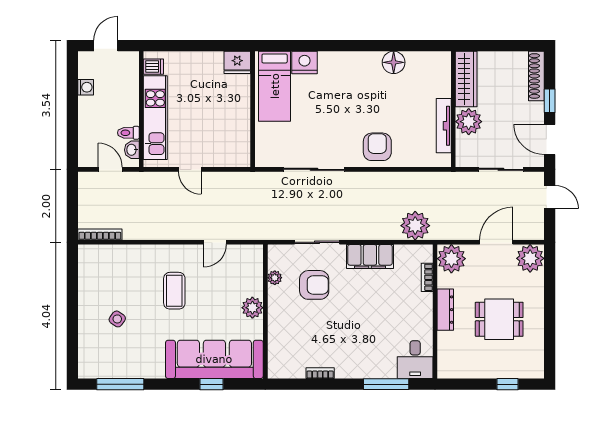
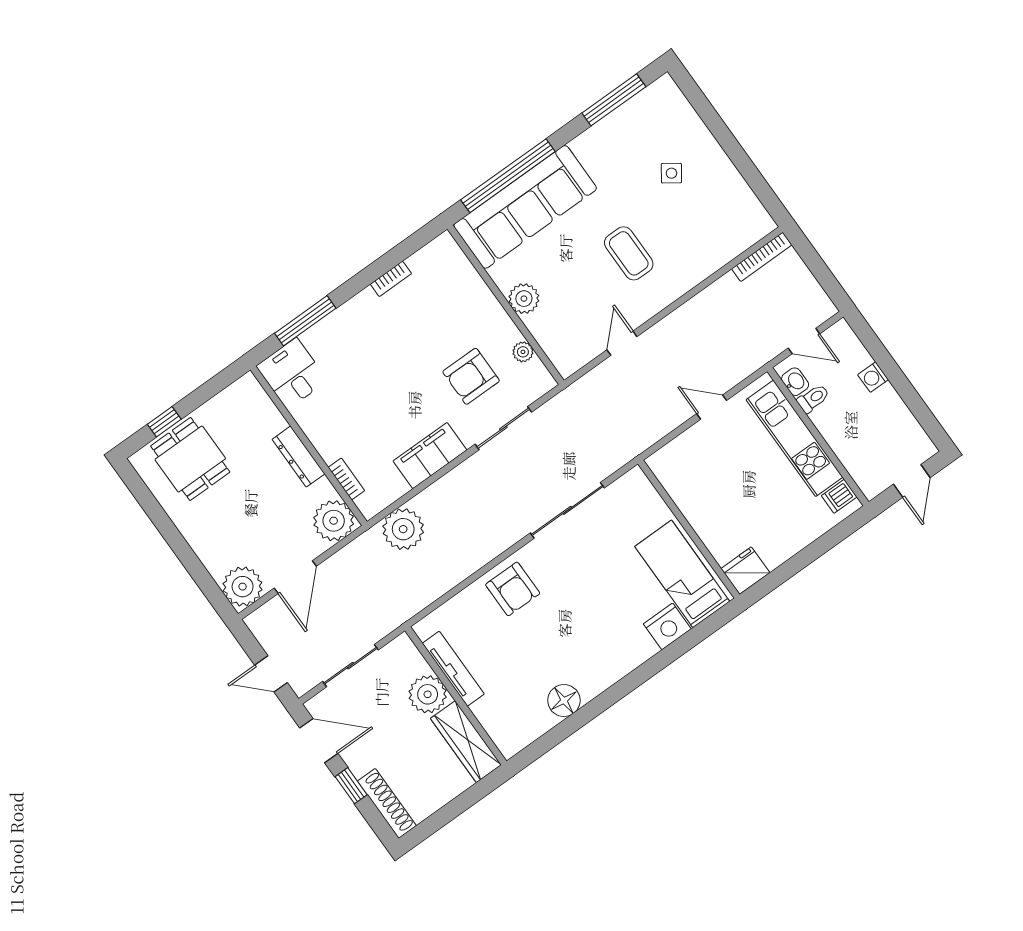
washing machine: (86, 87) -> (873, 377), moved
dining table: (499, 319) -> (190, 459), moved, turned 90
window: (211, 384) -> (508, 176), width x3.17

